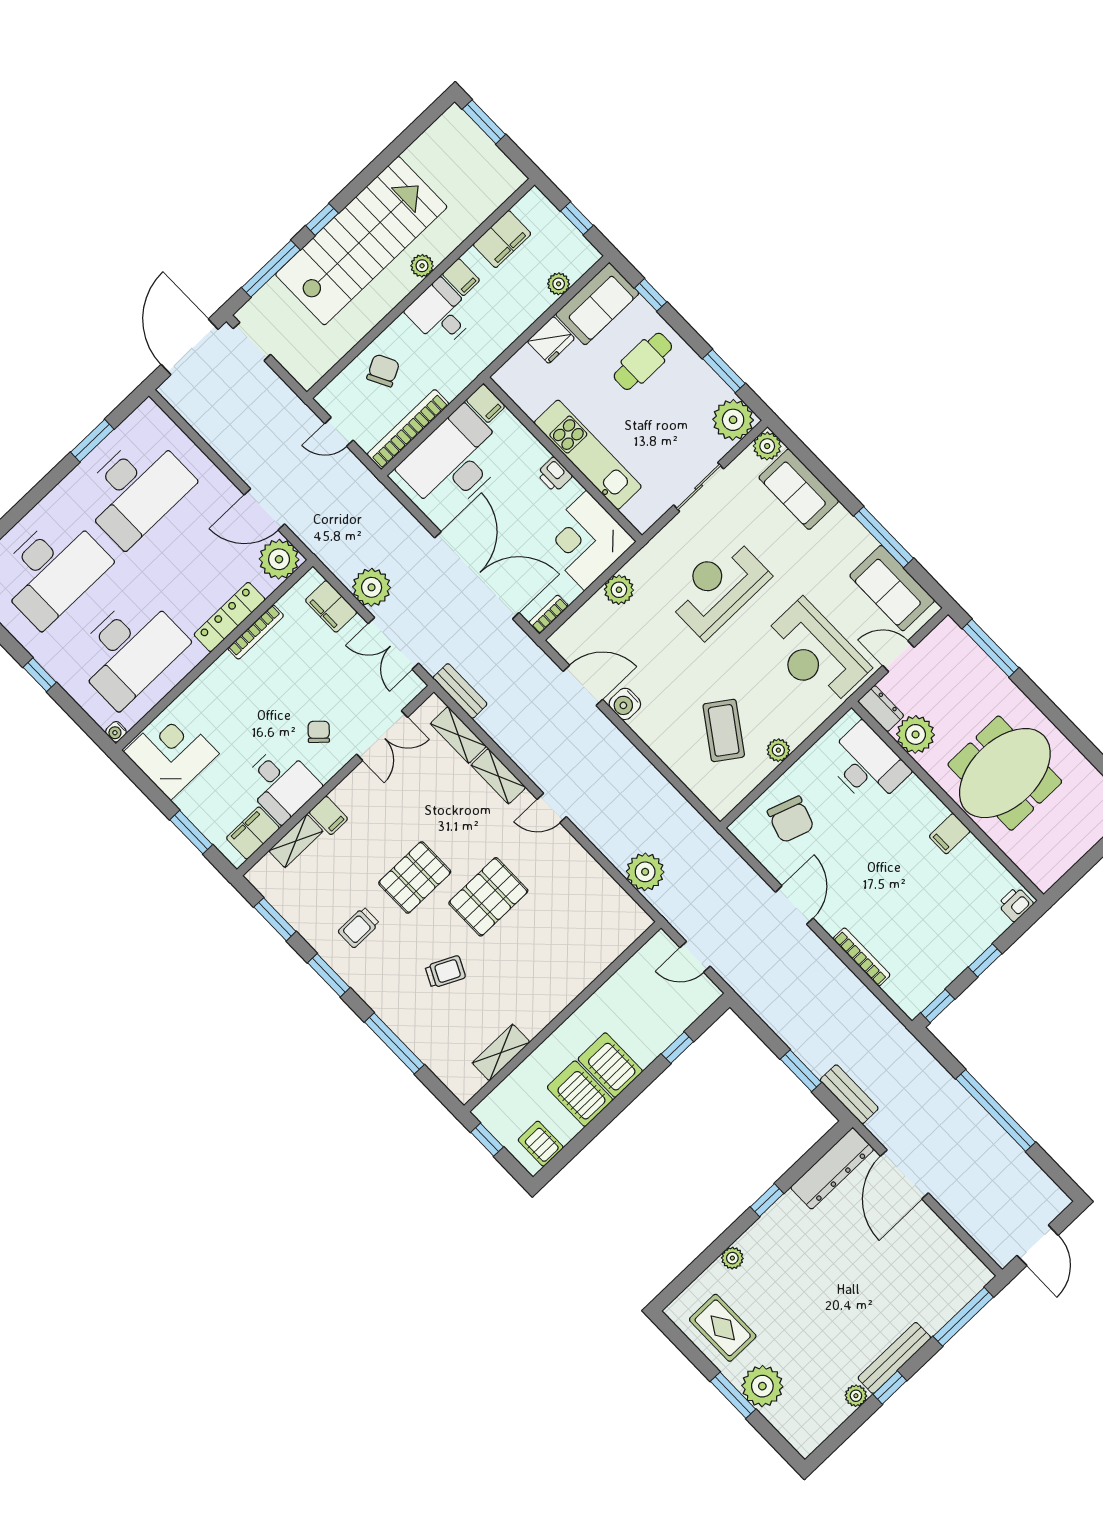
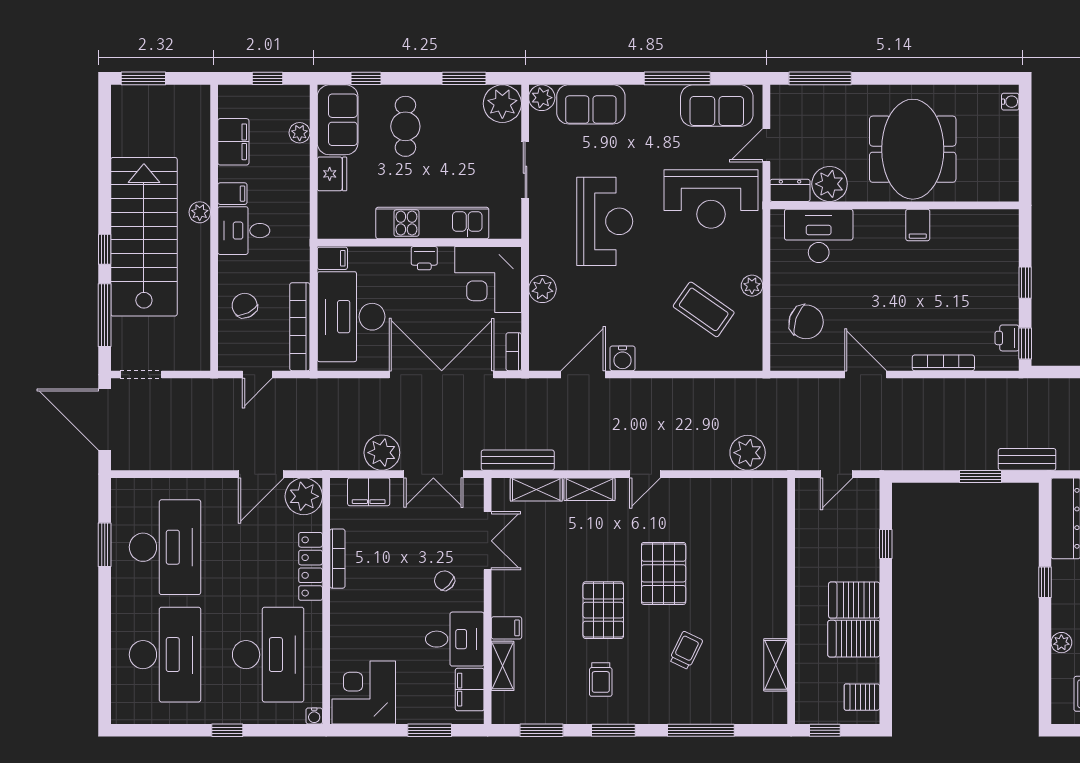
reception desk: (718, 588) -> (605, 221), turned 180
bench: (460, 691) -> (518, 460), width x1.36
printer: (1016, 904) -> (1007, 338), moved

